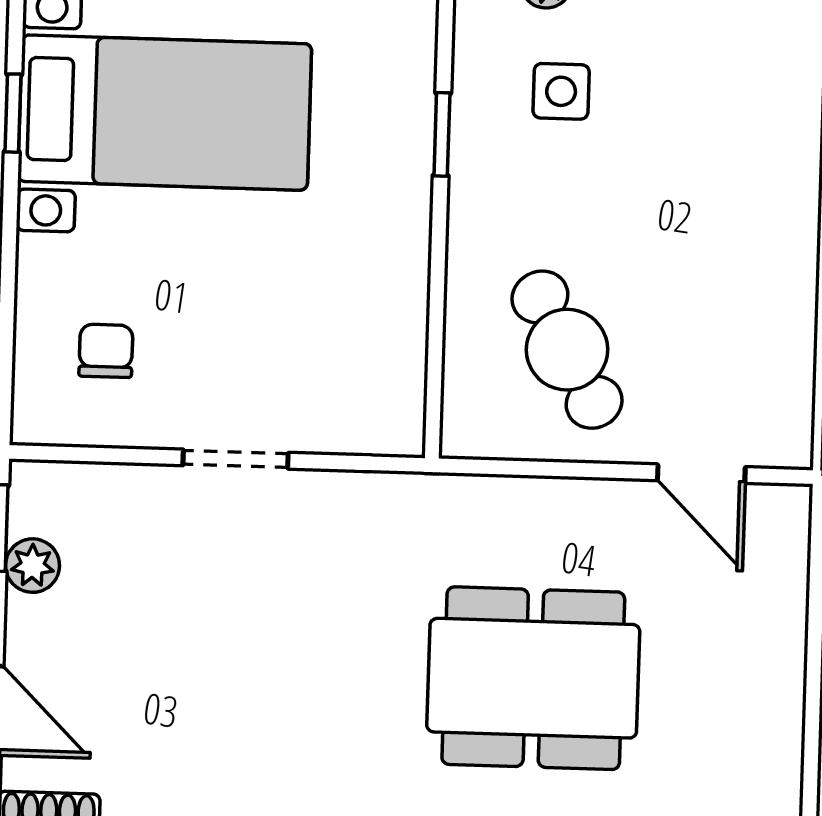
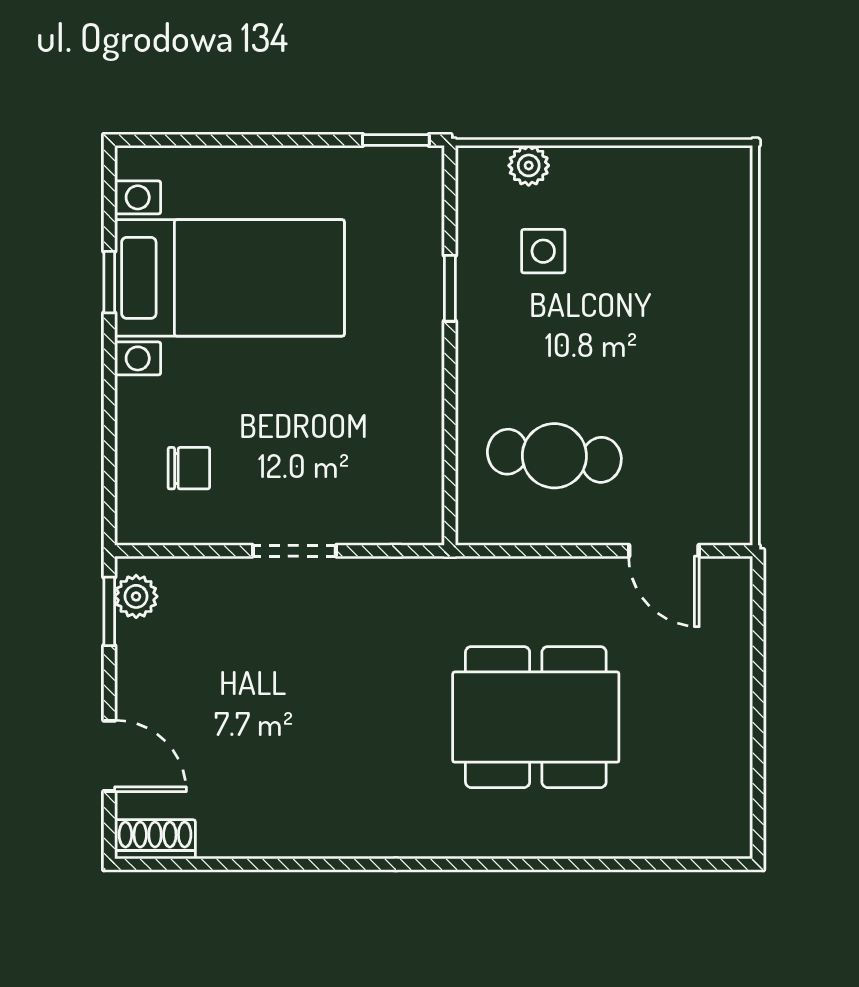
cafe table: (567, 350) -> (554, 456), turned -56
chair: (106, 351) -> (189, 468), turned 90
plant: (33, 566) -> (136, 596), moved

